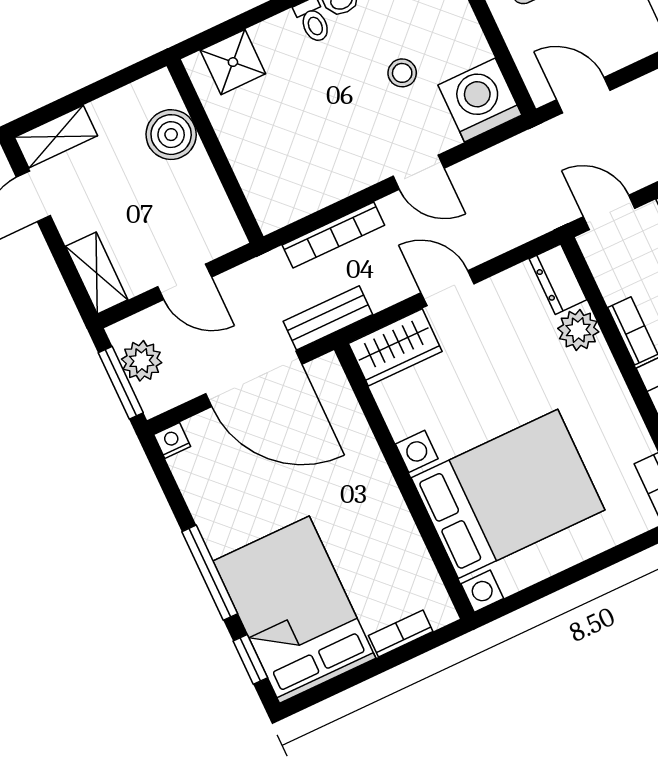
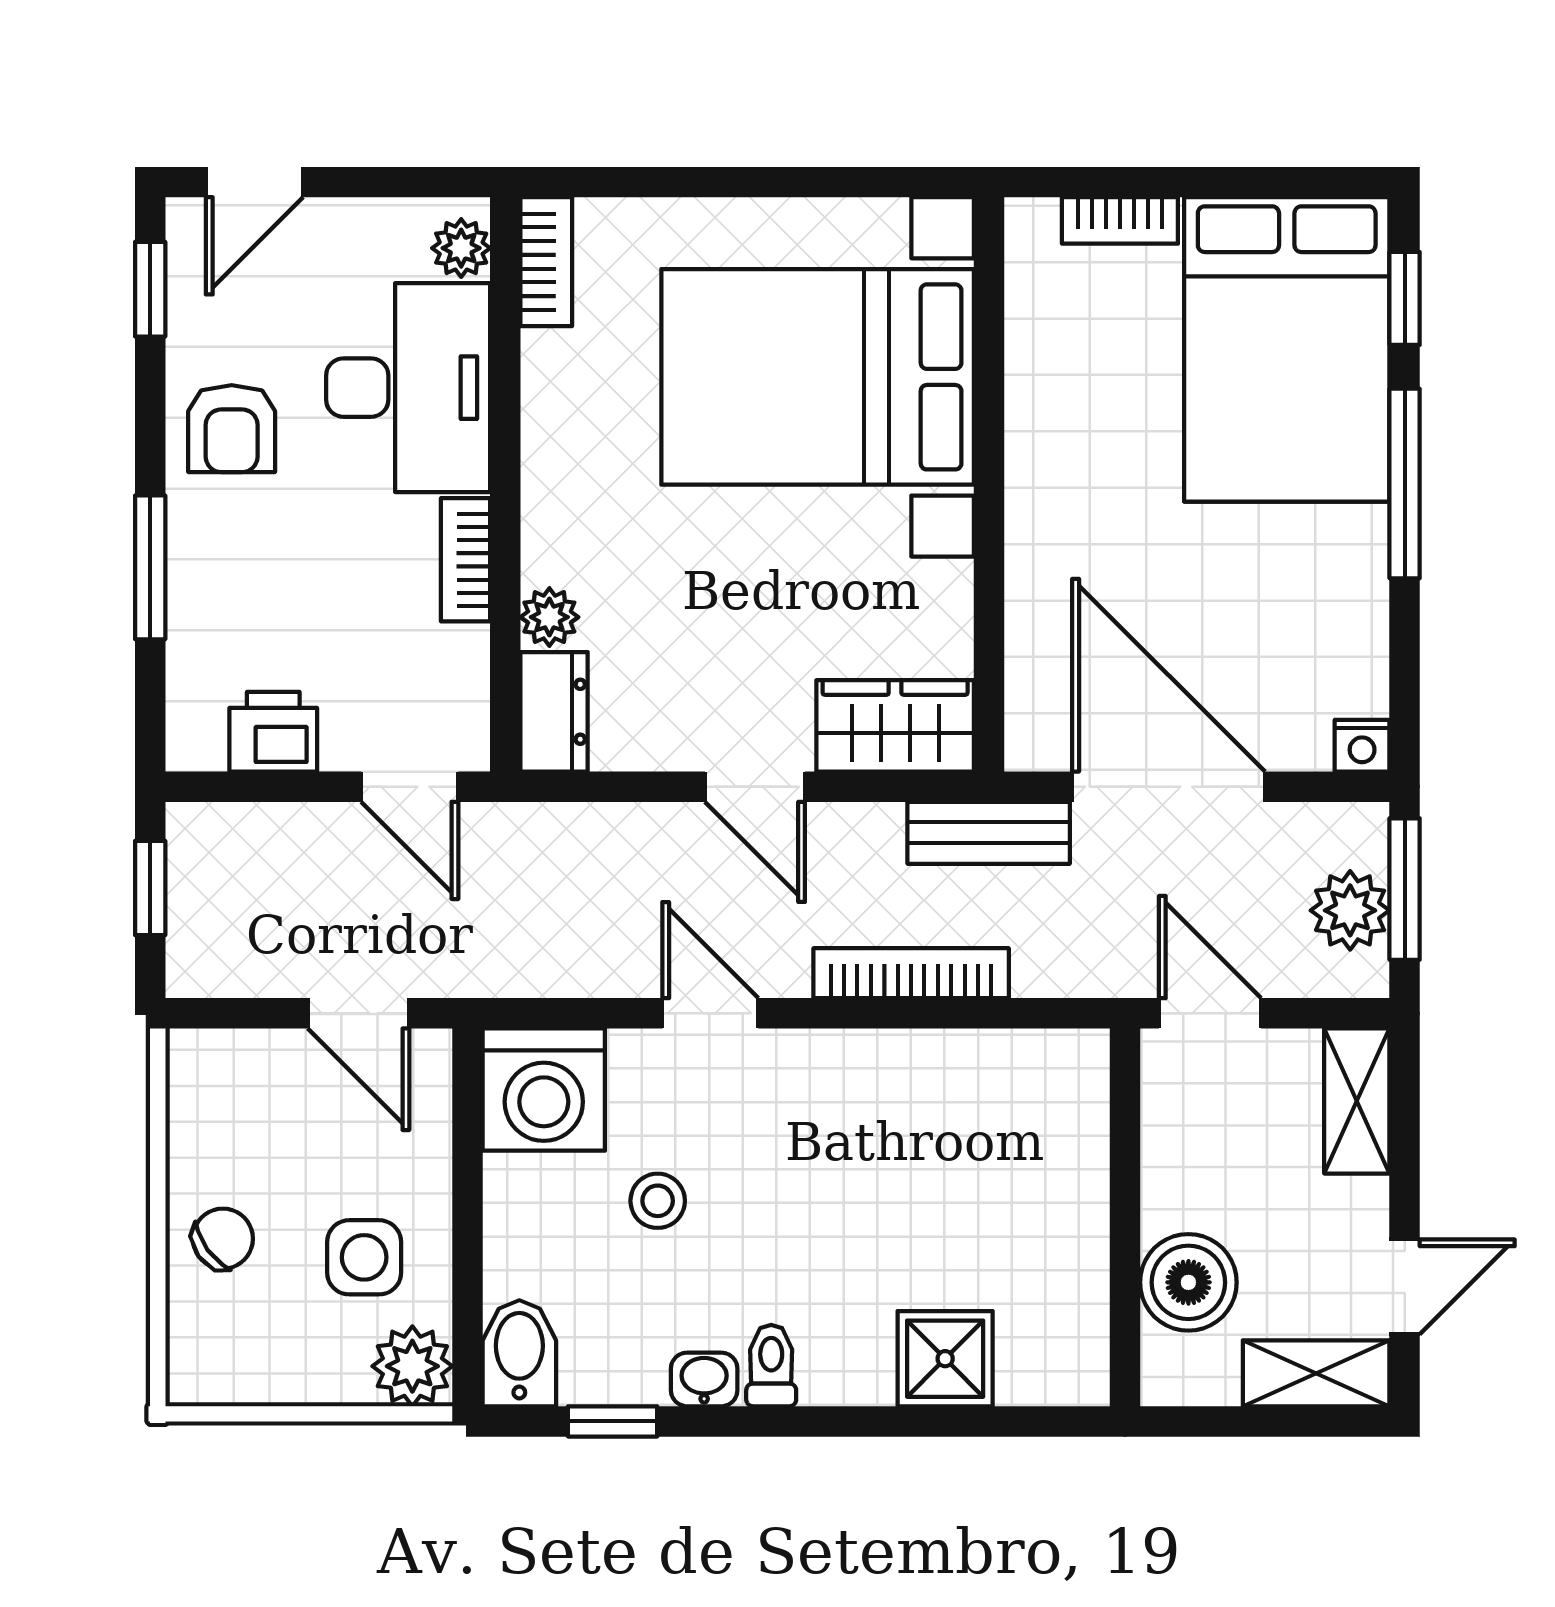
boiler: (171, 135) -> (1188, 1282), moved
wall: (215, 151) -> (1125, 1217), moved
plant: (578, 330) -> (549, 617), width x0.73, depth x0.73

